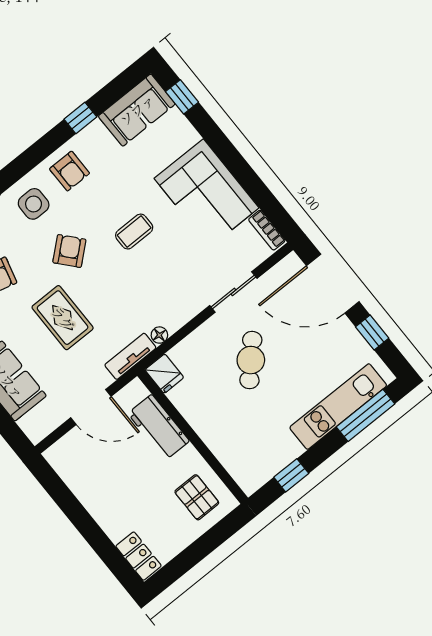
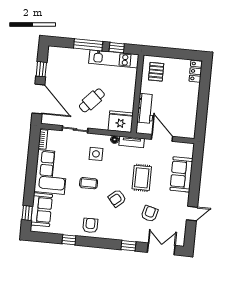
sofa: (137, 110) -> (42, 210), moved, turned 90
side table: (34, 204) -> (96, 154), moved
fridge: (164, 374) -> (121, 122), width x1.88, depth x1.34
kitchen unit: (338, 407) -> (114, 59), moved
window: (366, 415) -> (88, 45), moved

